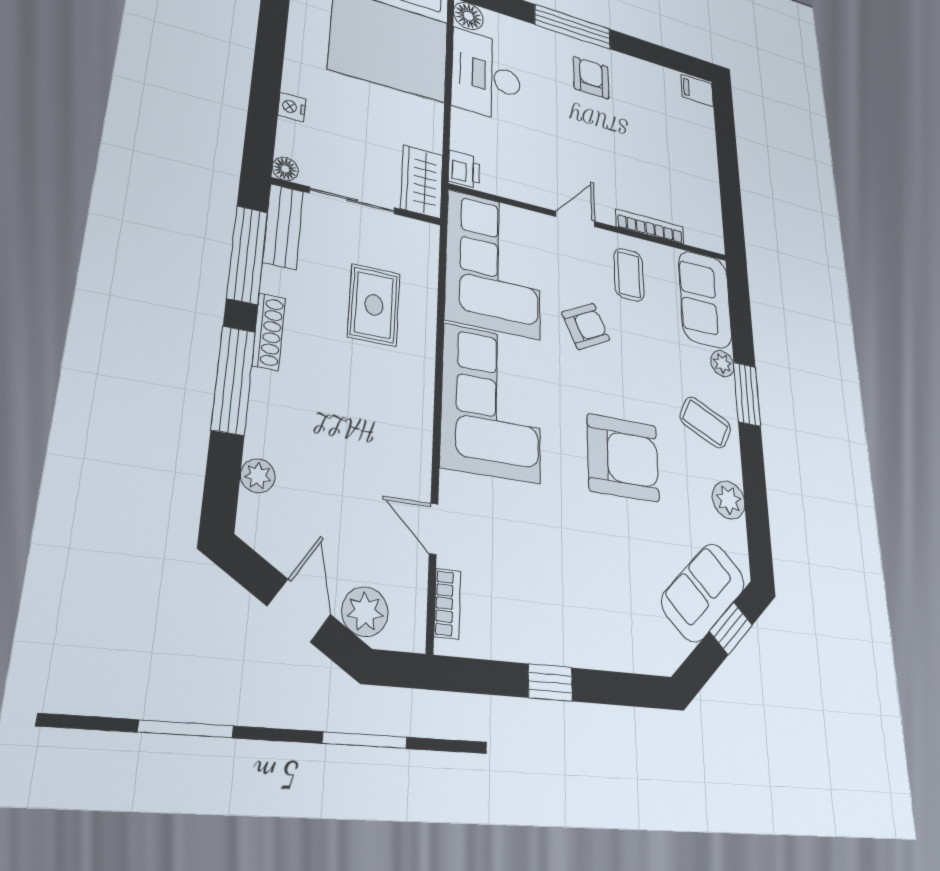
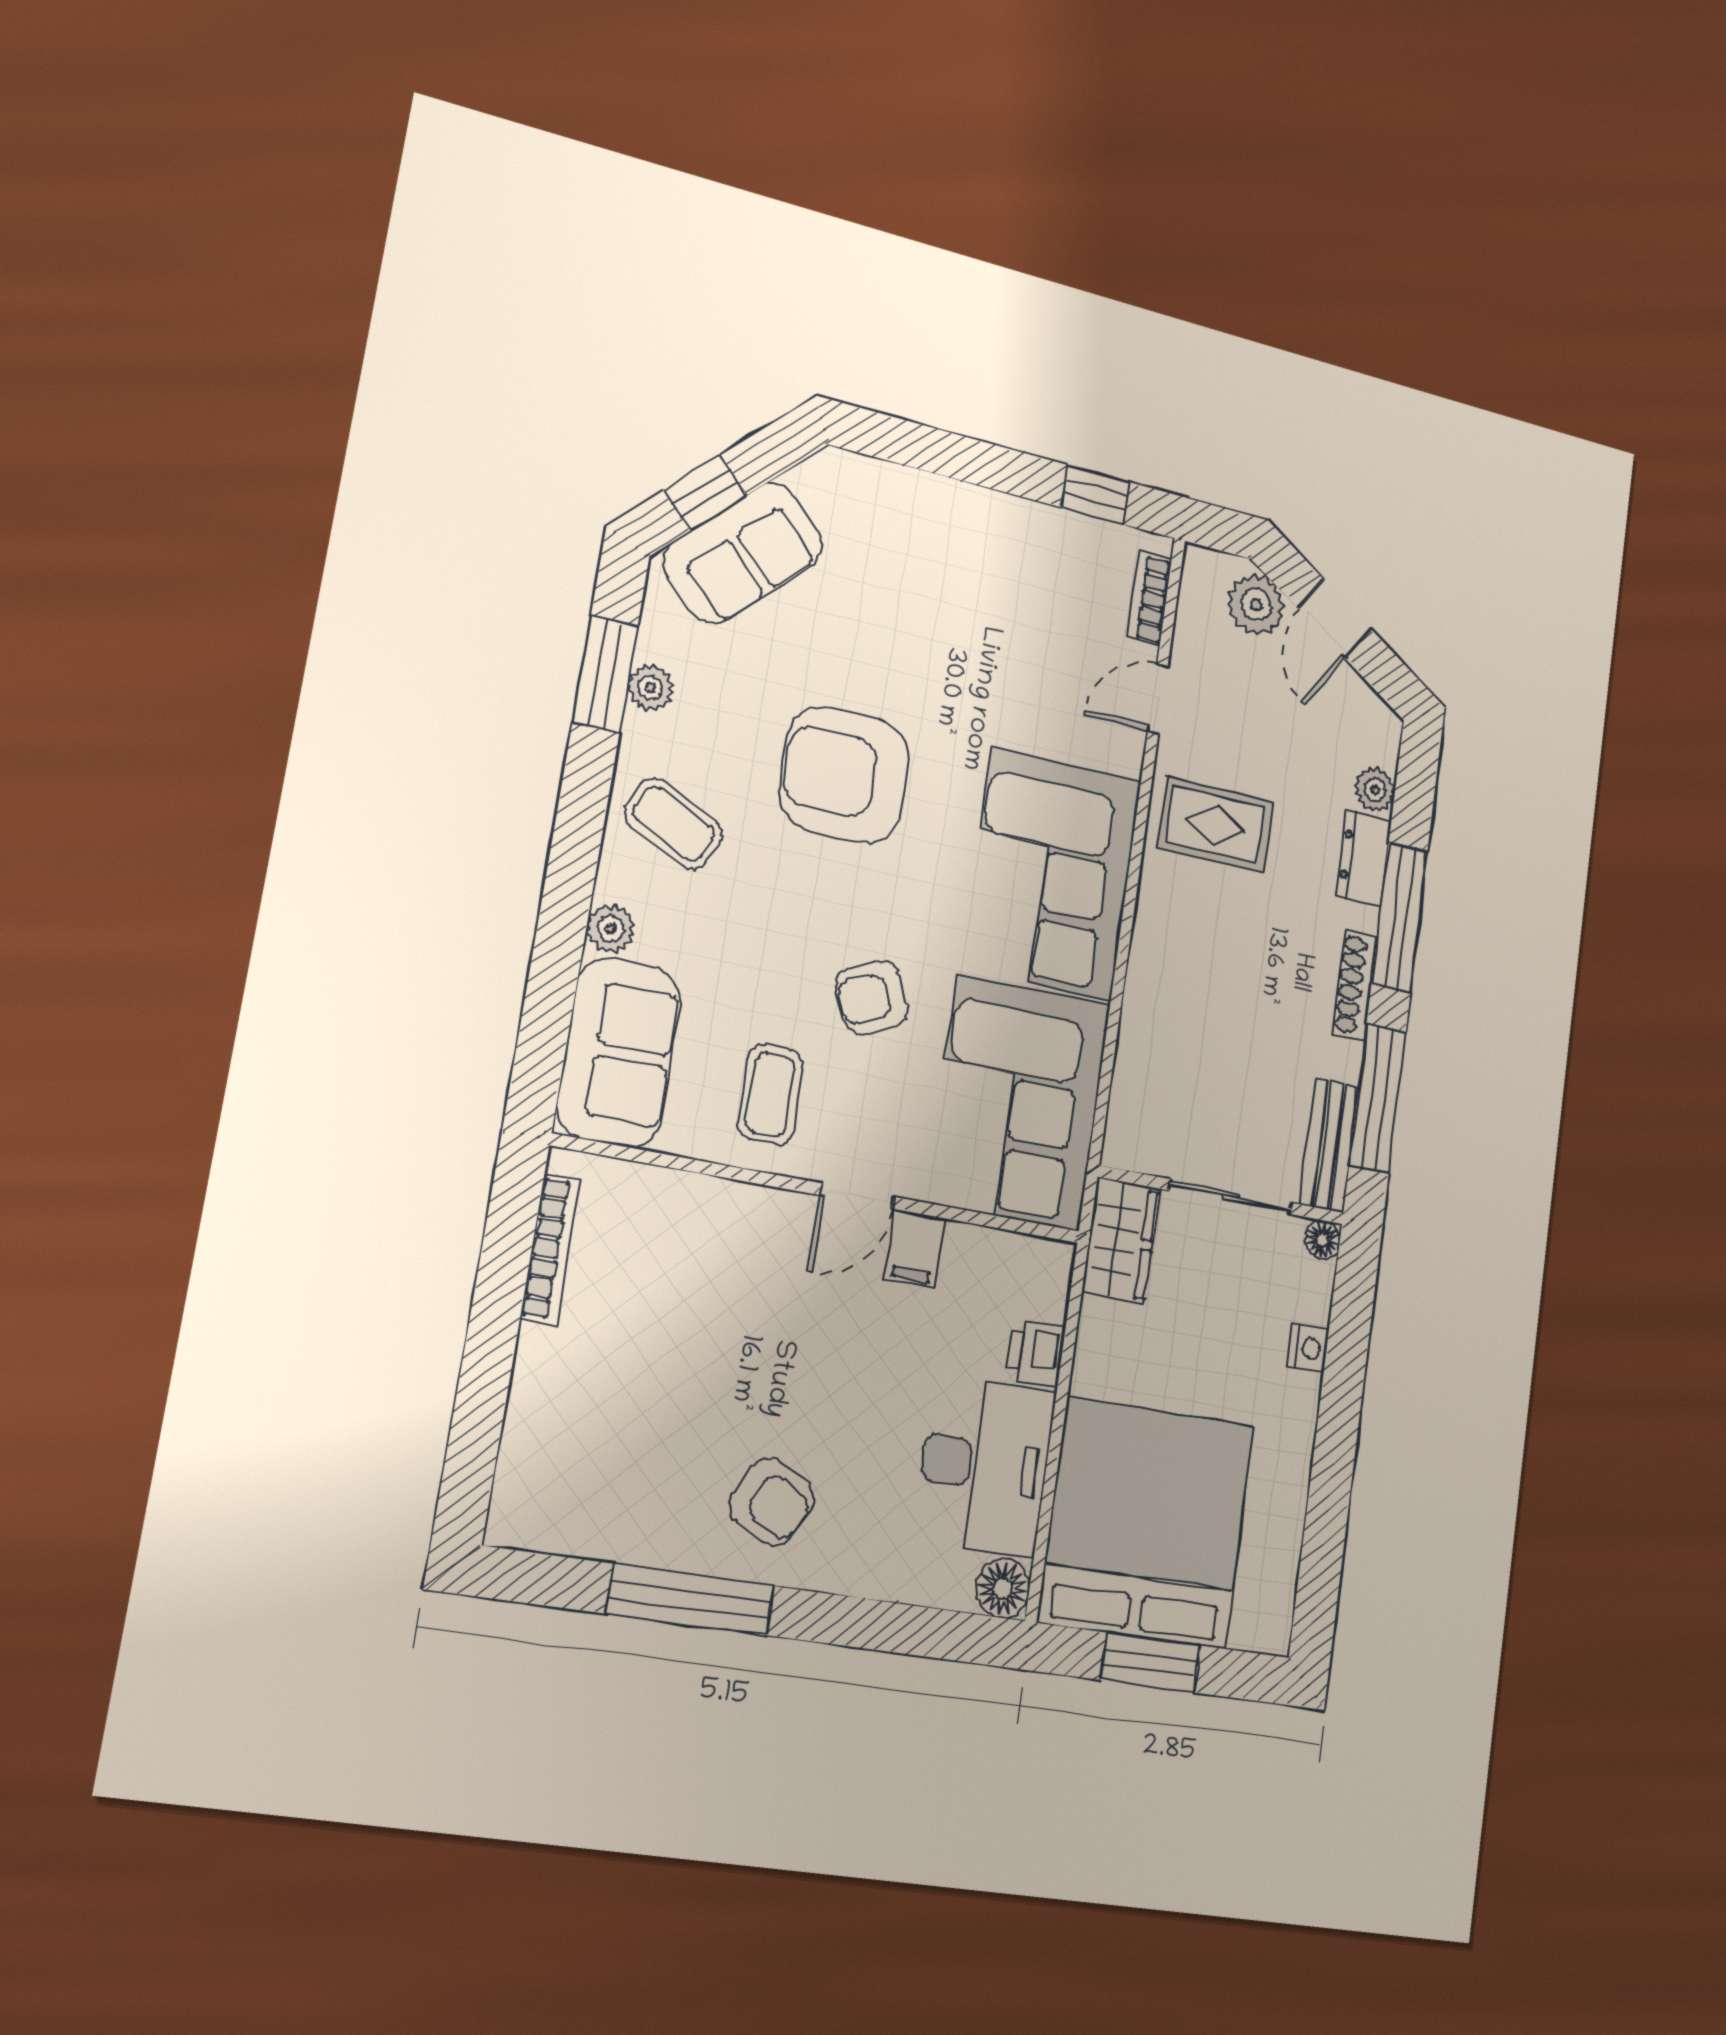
window: (573, 27) -> (691, 1600), moved
armchair: (591, 78) -> (772, 1502), turned -61
filing cabinet: (697, 90) -> (915, 1249), moved, turned 90
printer: (464, 169) -> (1036, 1353), moved
bookcase: (650, 227) -> (551, 1249), moved, turned -90
rug: (374, 305) -> (1215, 825), moved, turned 90
window: (747, 394) -> (605, 674), moved
dresser: (265, 423) -> (1364, 858), added
plant: (729, 500) -> (651, 688), width x0.73, depth x0.73
door: (434, 529) -> (1158, 699), swing flipped
window: (550, 683) -> (1096, 495), moved

